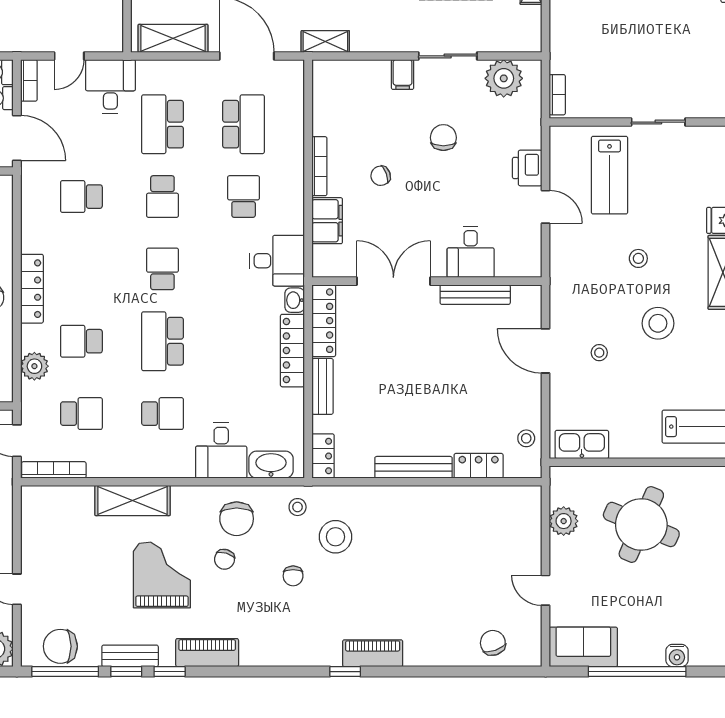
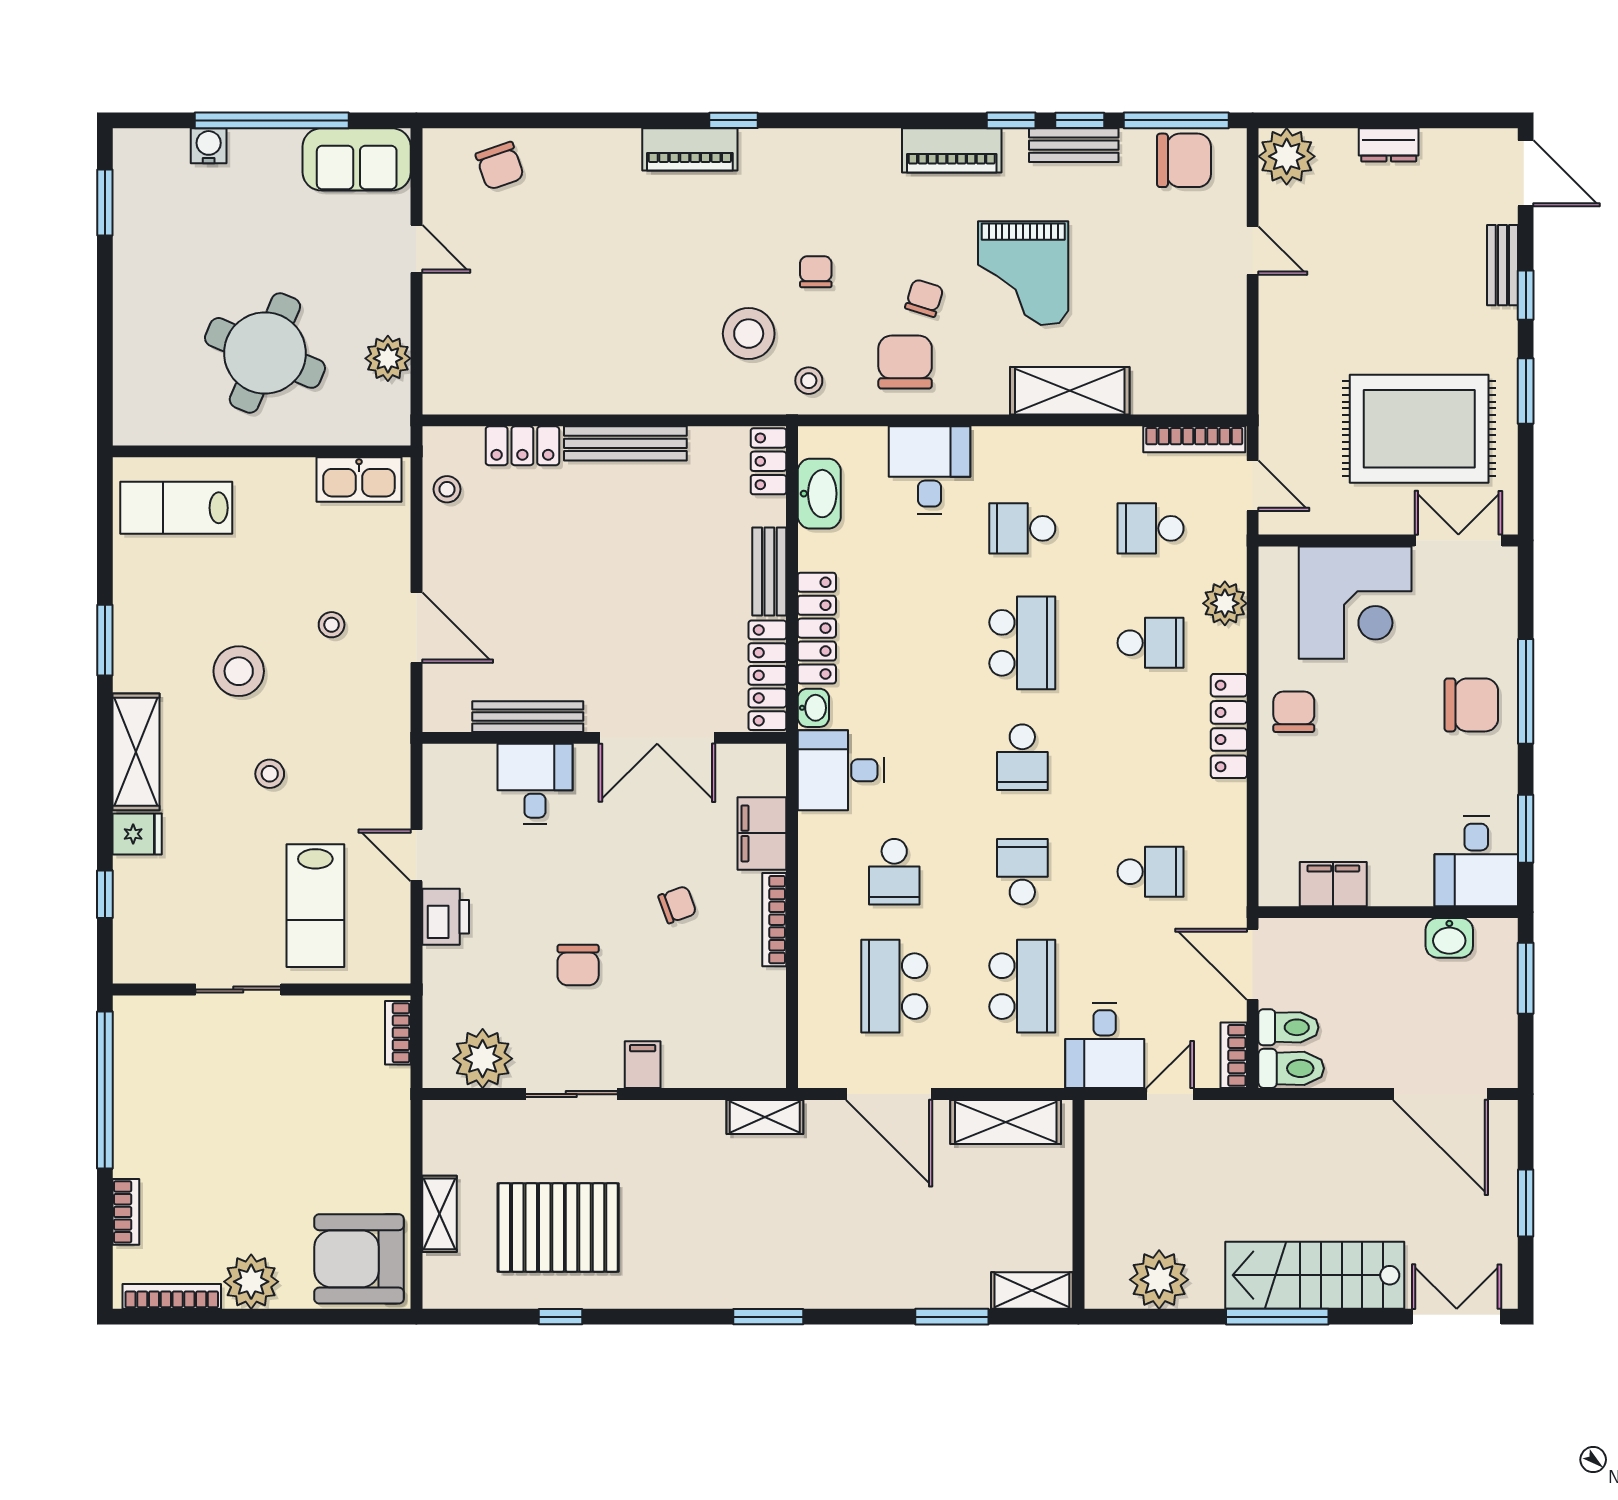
lab bench: (610, 175) -> (315, 906), turned 180
washbasin: (271, 465) -> (819, 494), moved, turned -90

